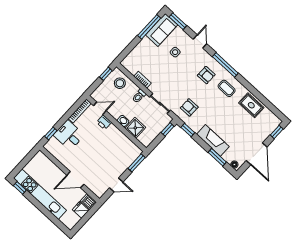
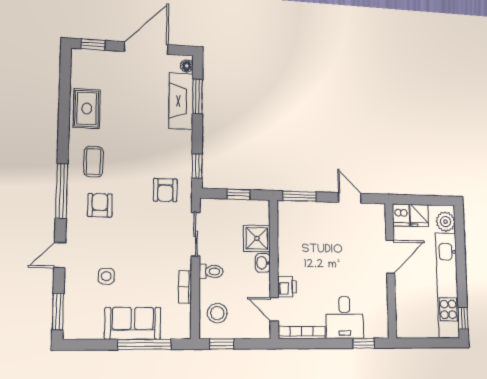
window: (149, 27) -> (145, 344), moved
sofa: (162, 30) -> (133, 323), moved
window: (168, 129) -> (238, 194), moved
fireplace: (213, 140) -> (181, 101), moved
door: (75, 180) -> (390, 257), hinge flipped
plant: (67, 220) -> (446, 222), added

